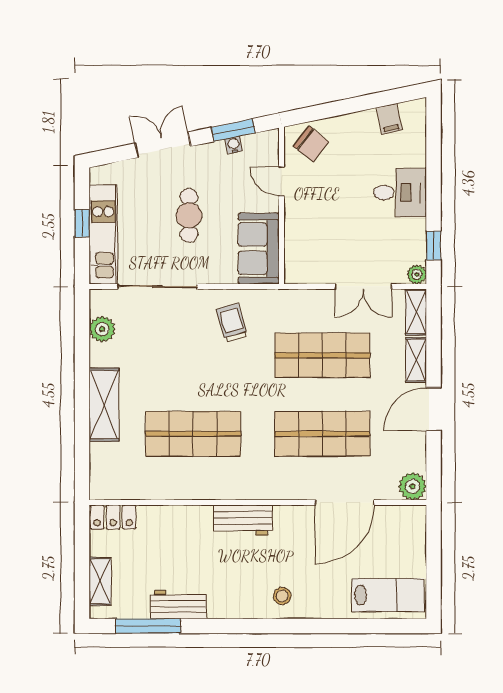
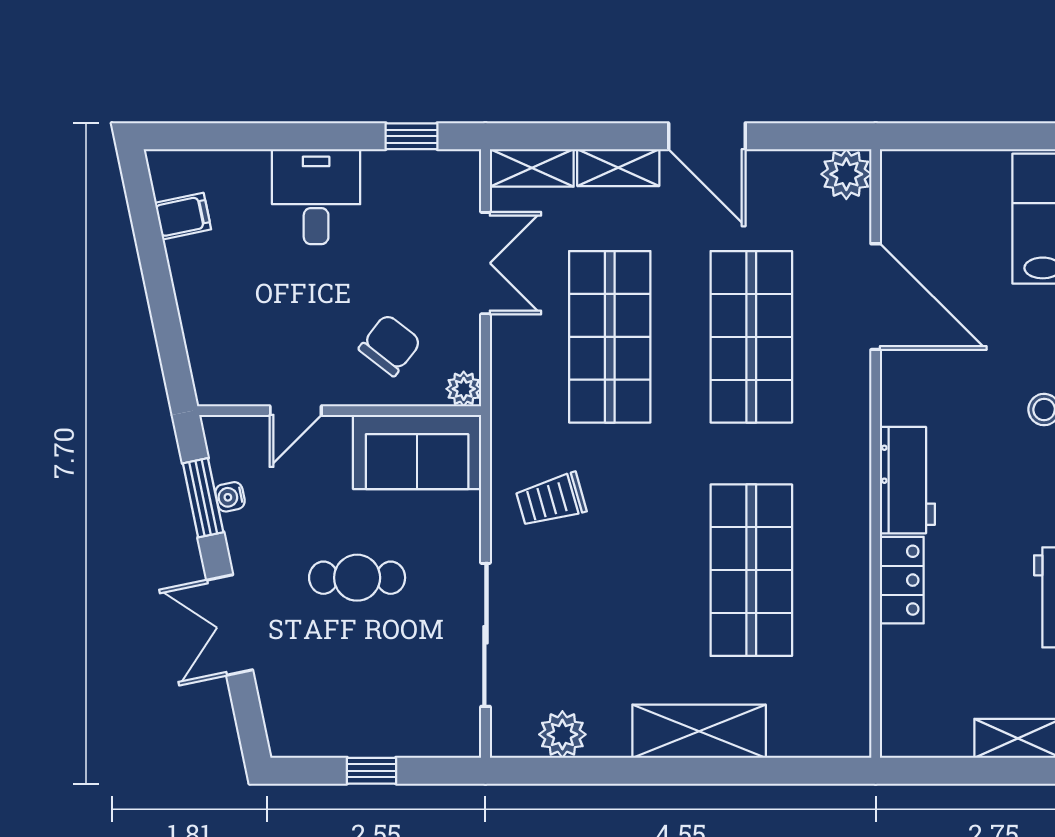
chair: (311, 144) -> (390, 345), moved
kitchen unit: (103, 234) -> (392, 733), removed
plant: (417, 274) -> (464, 389), moved
locker: (113, 517) -> (902, 580), moved

